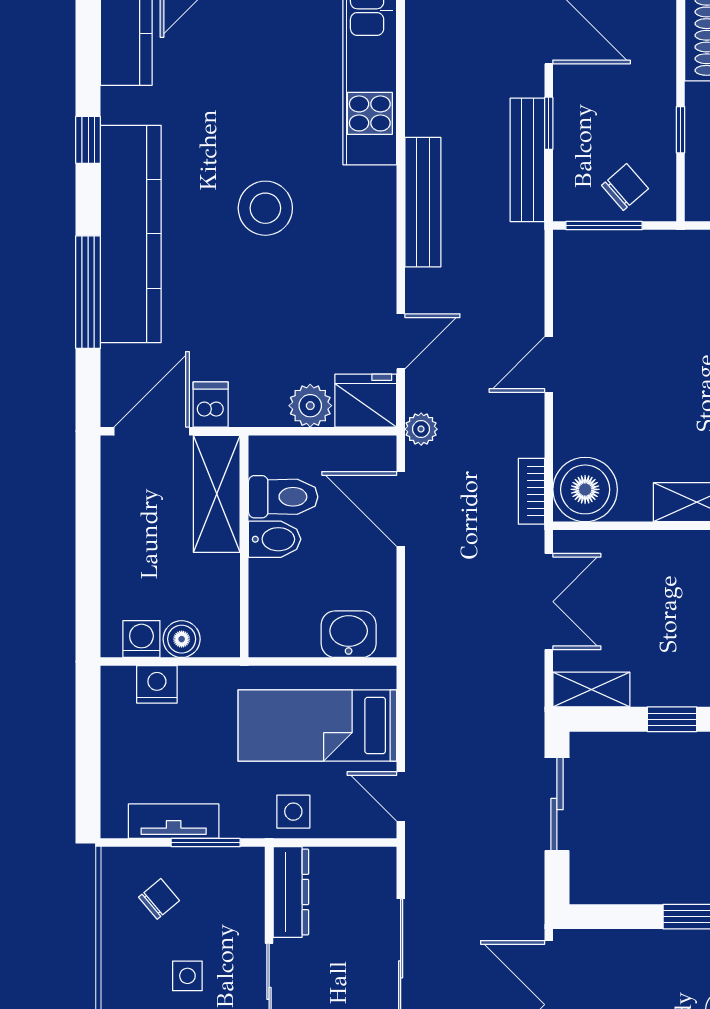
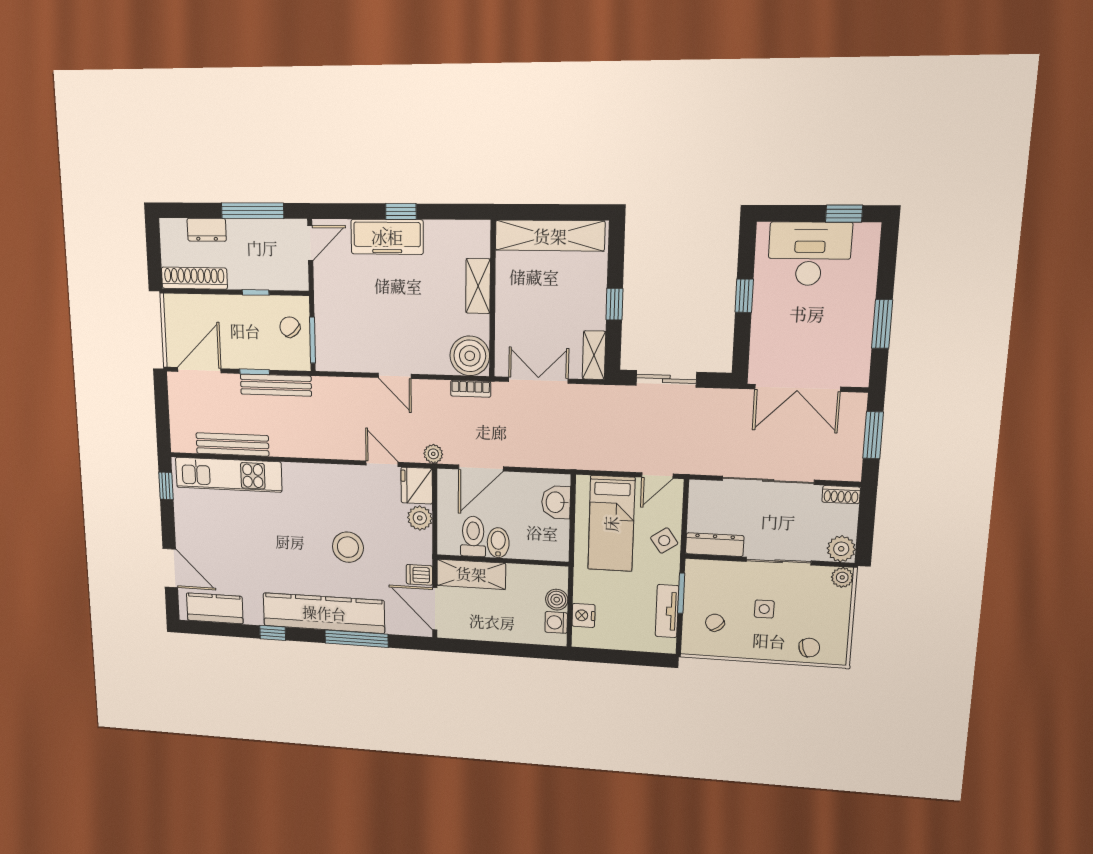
bench: (423, 202) -> (232, 445), moved
stool: (265, 208) -> (348, 547), moved
side table: (293, 812) -> (664, 541), turned -35

